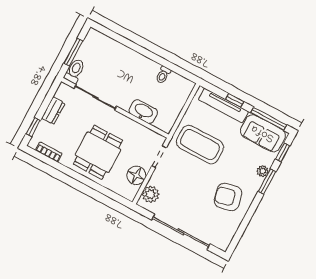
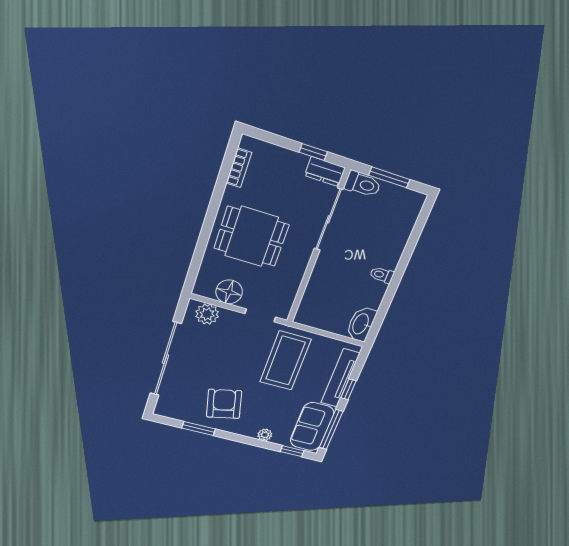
toilet: (163, 75) -> (382, 275), moved
dresser: (53, 111) -> (325, 172), moved
washbasin: (143, 112) -> (361, 324), moved, turned 180
window: (33, 127) -> (313, 152), moved
window: (267, 182) -> (199, 429), moved

